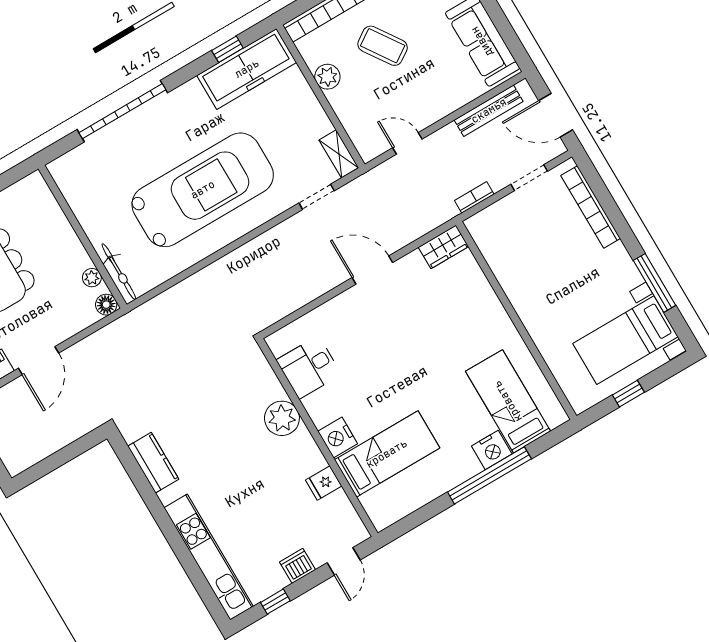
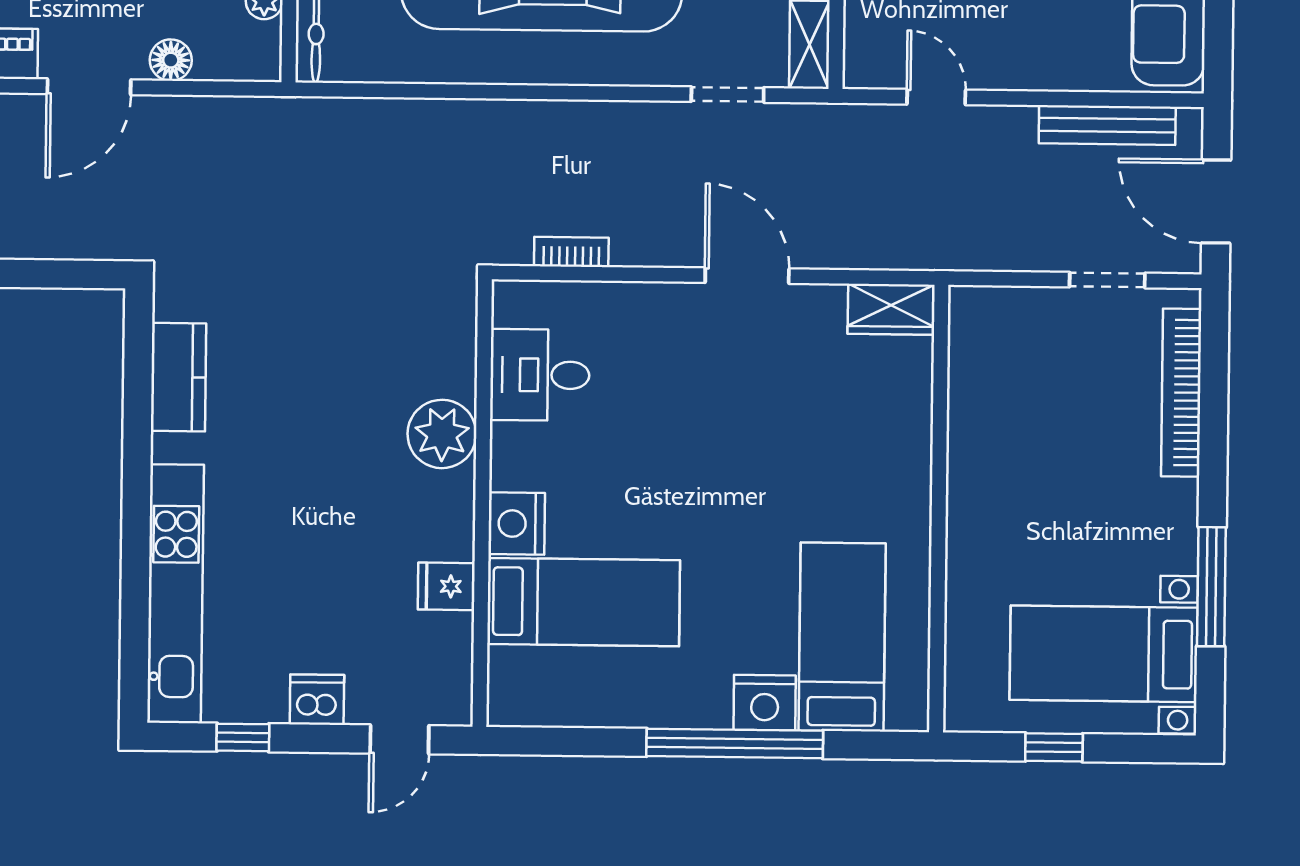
bookcase: (474, 197) -> (571, 252), moved
floor lamp: (106, 305) -> (171, 60), moved

